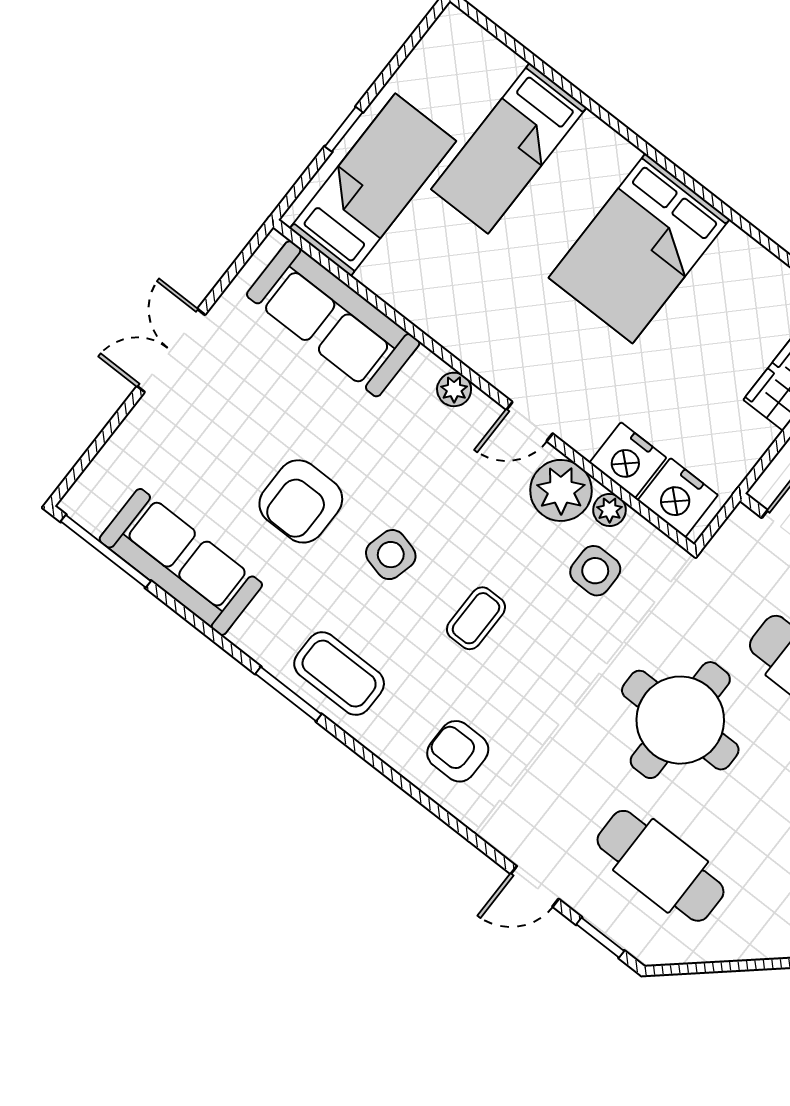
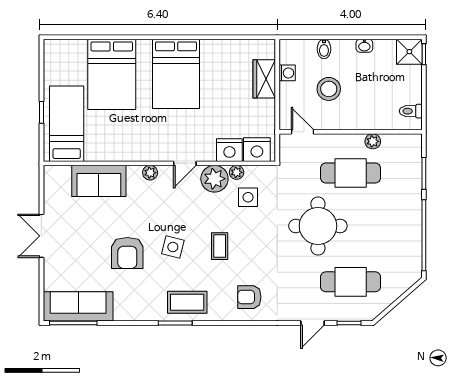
bed: (509, 148) -> (112, 74), width x1.50
sofa: (333, 319) -> (99, 181), width x0.73
sofa: (181, 562) -> (78, 306), moved

